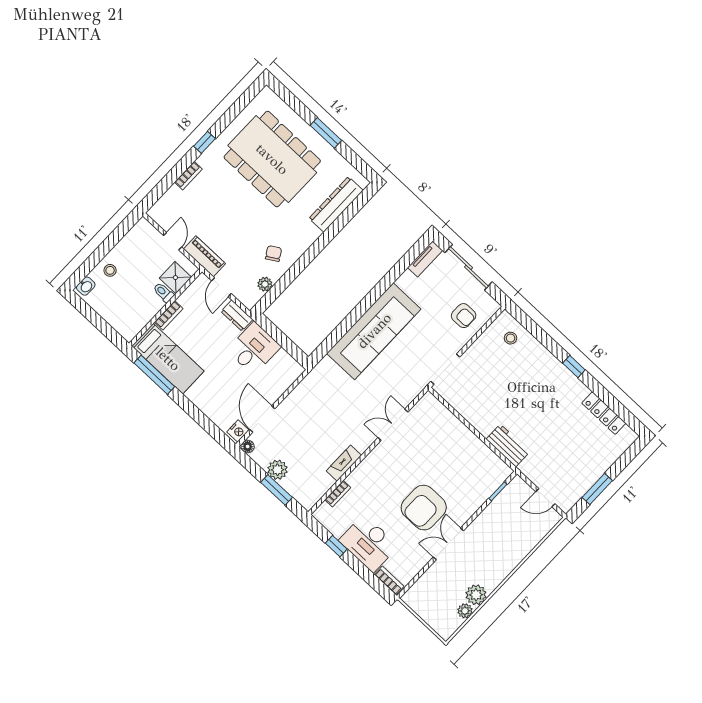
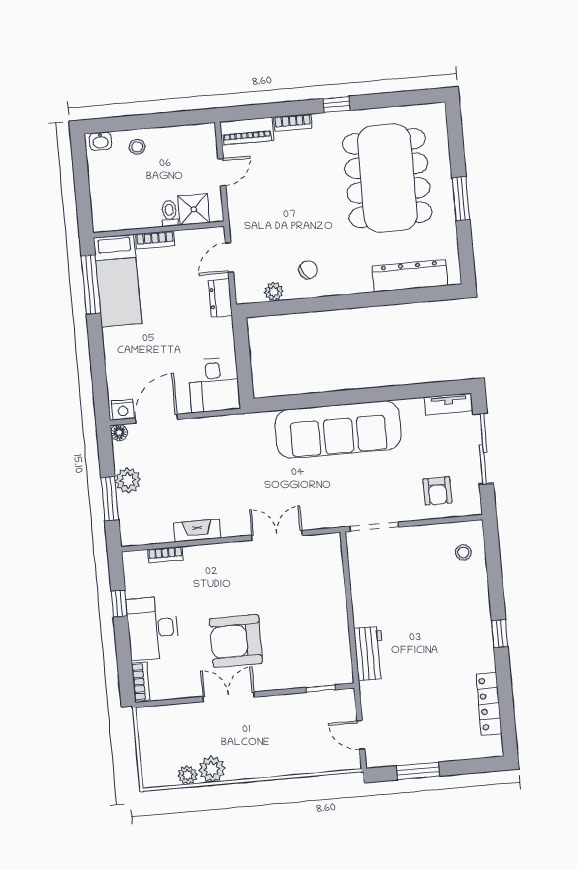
piano: (205, 256) -> (247, 131), moved, turned 90
desk: (254, 348) -> (214, 385), moved, turned 90

